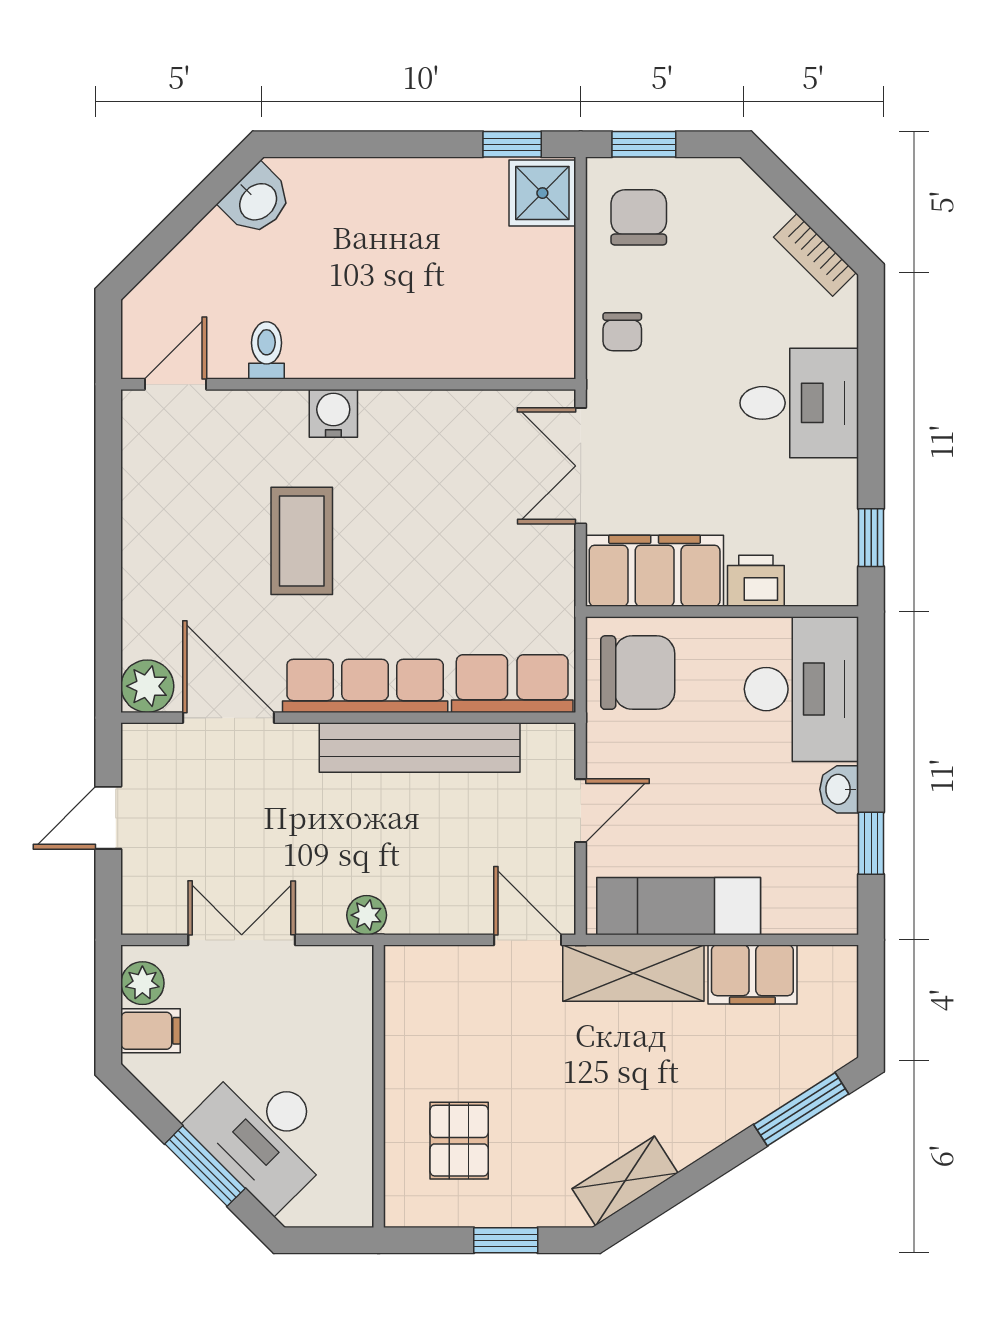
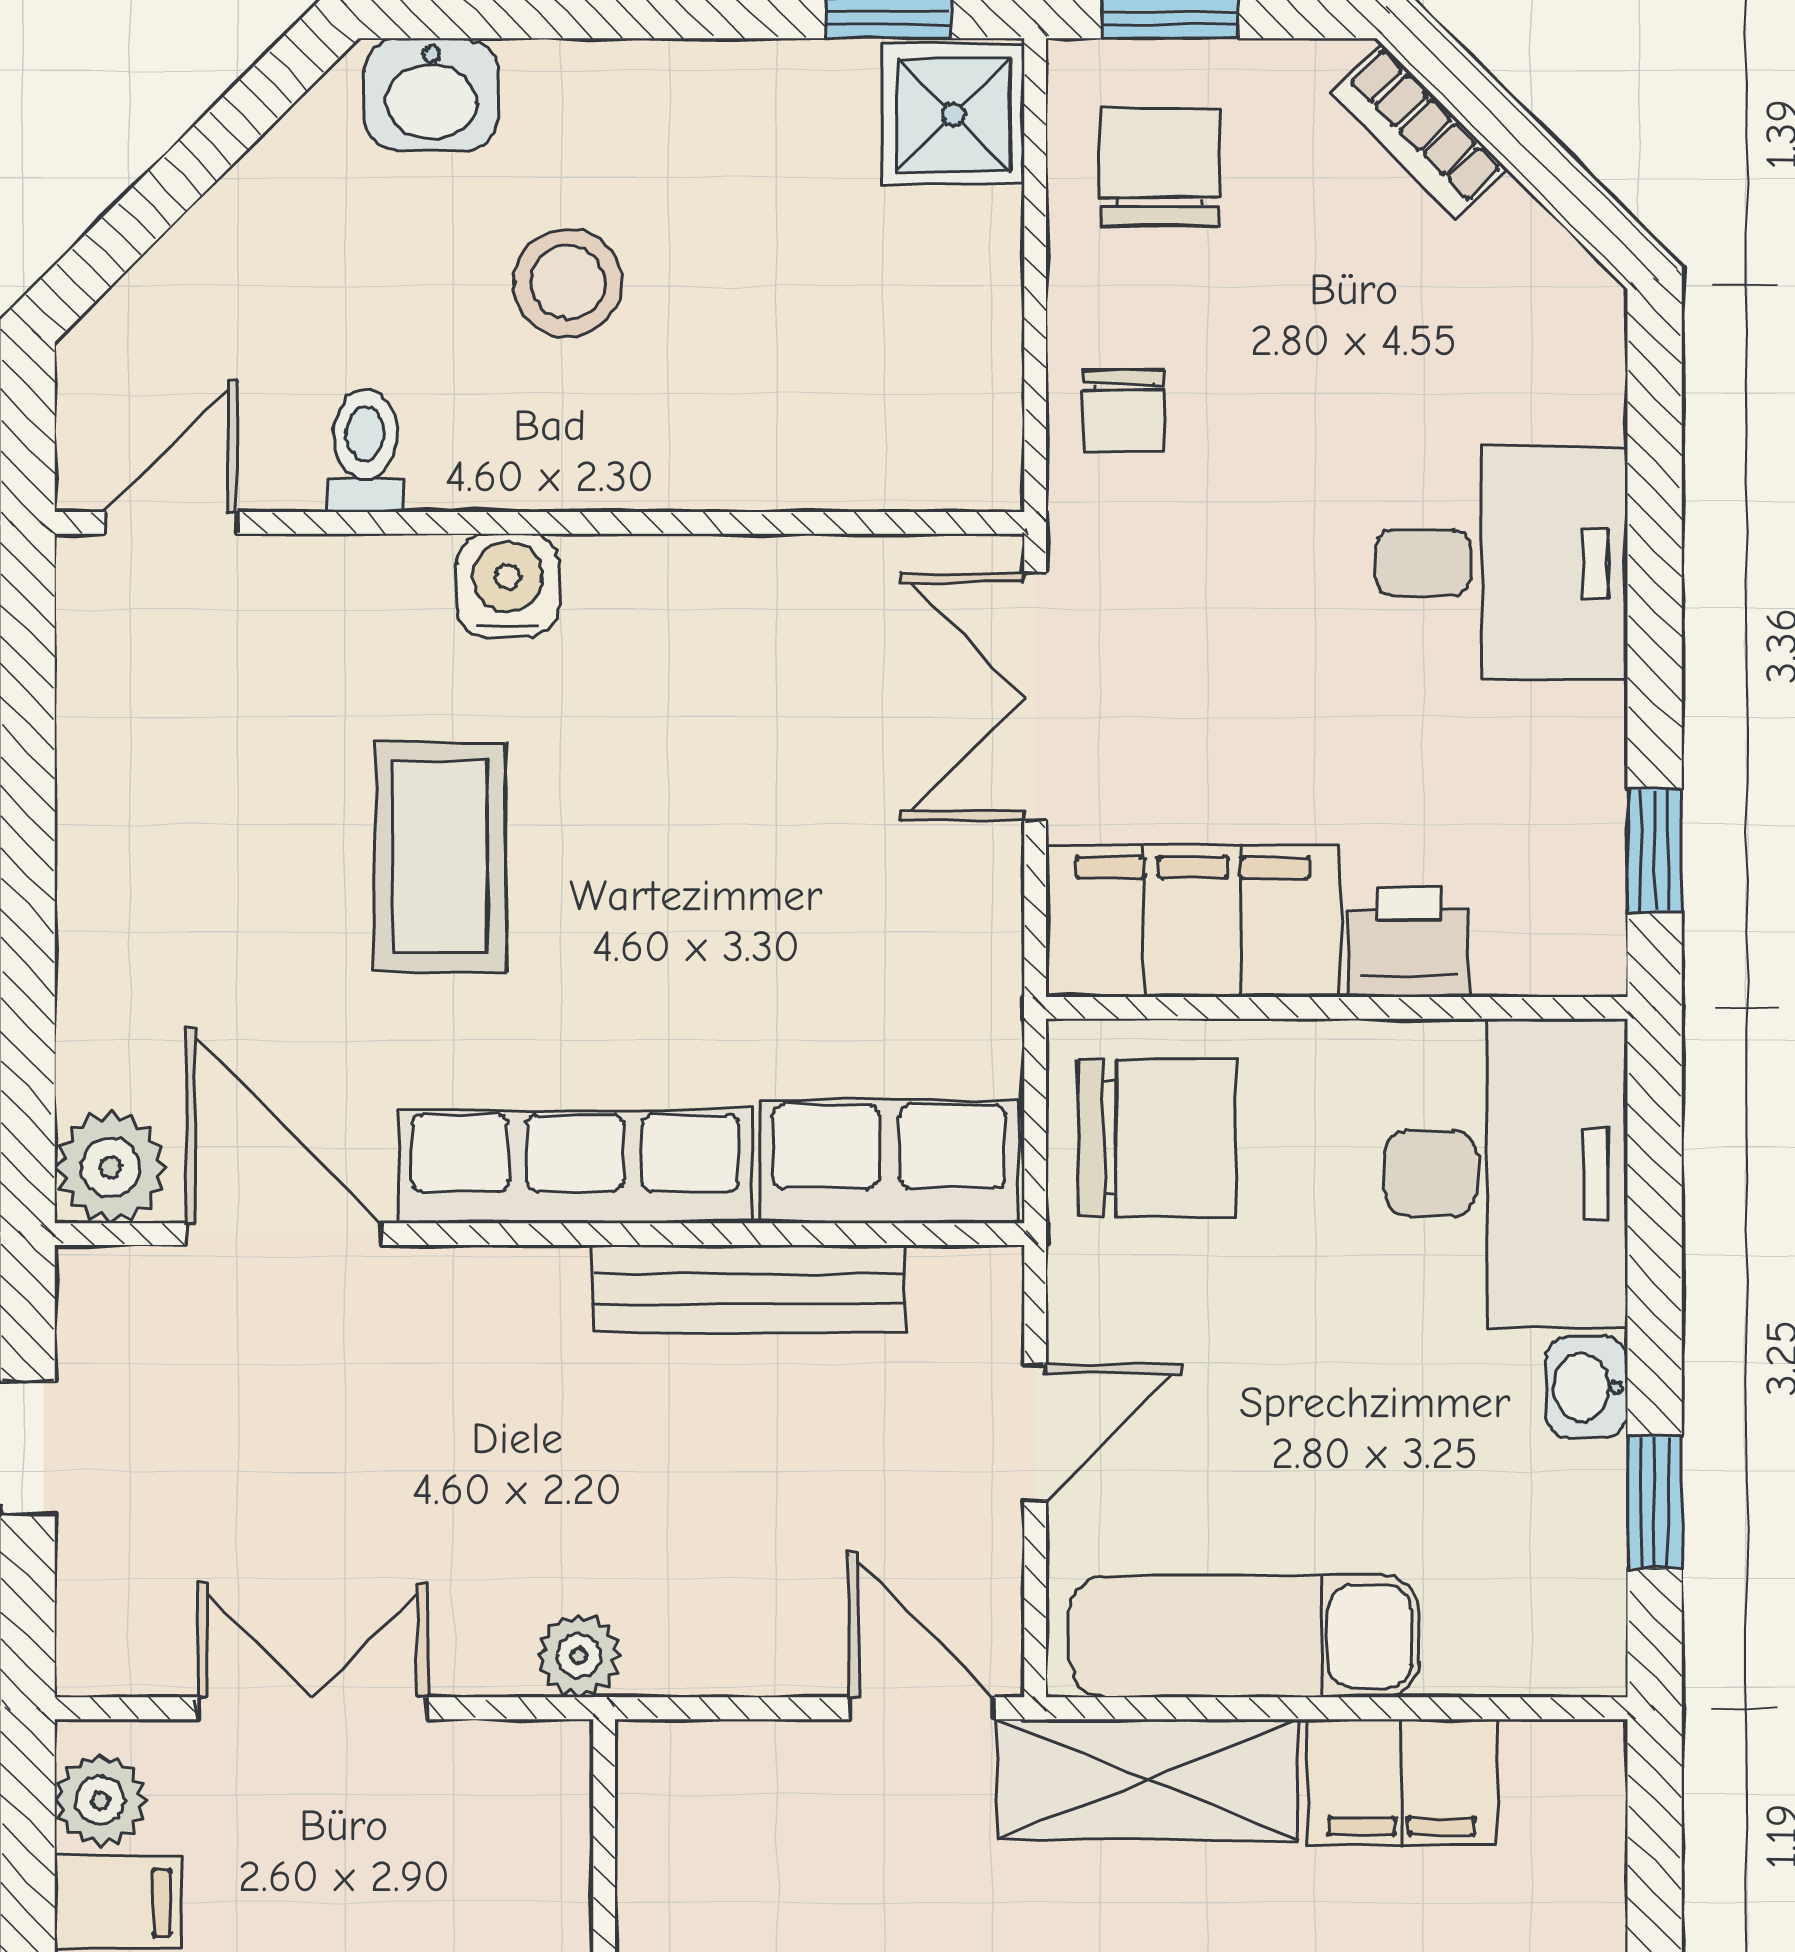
washbasin: (257, 201) -> (431, 94), moved, turned 45
bookcase: (815, 255) -> (1419, 131), moved
stool: (362, 272) -> (568, 283), added
bench: (420, 748) -> (749, 1289), width x0.73, depth x0.82

